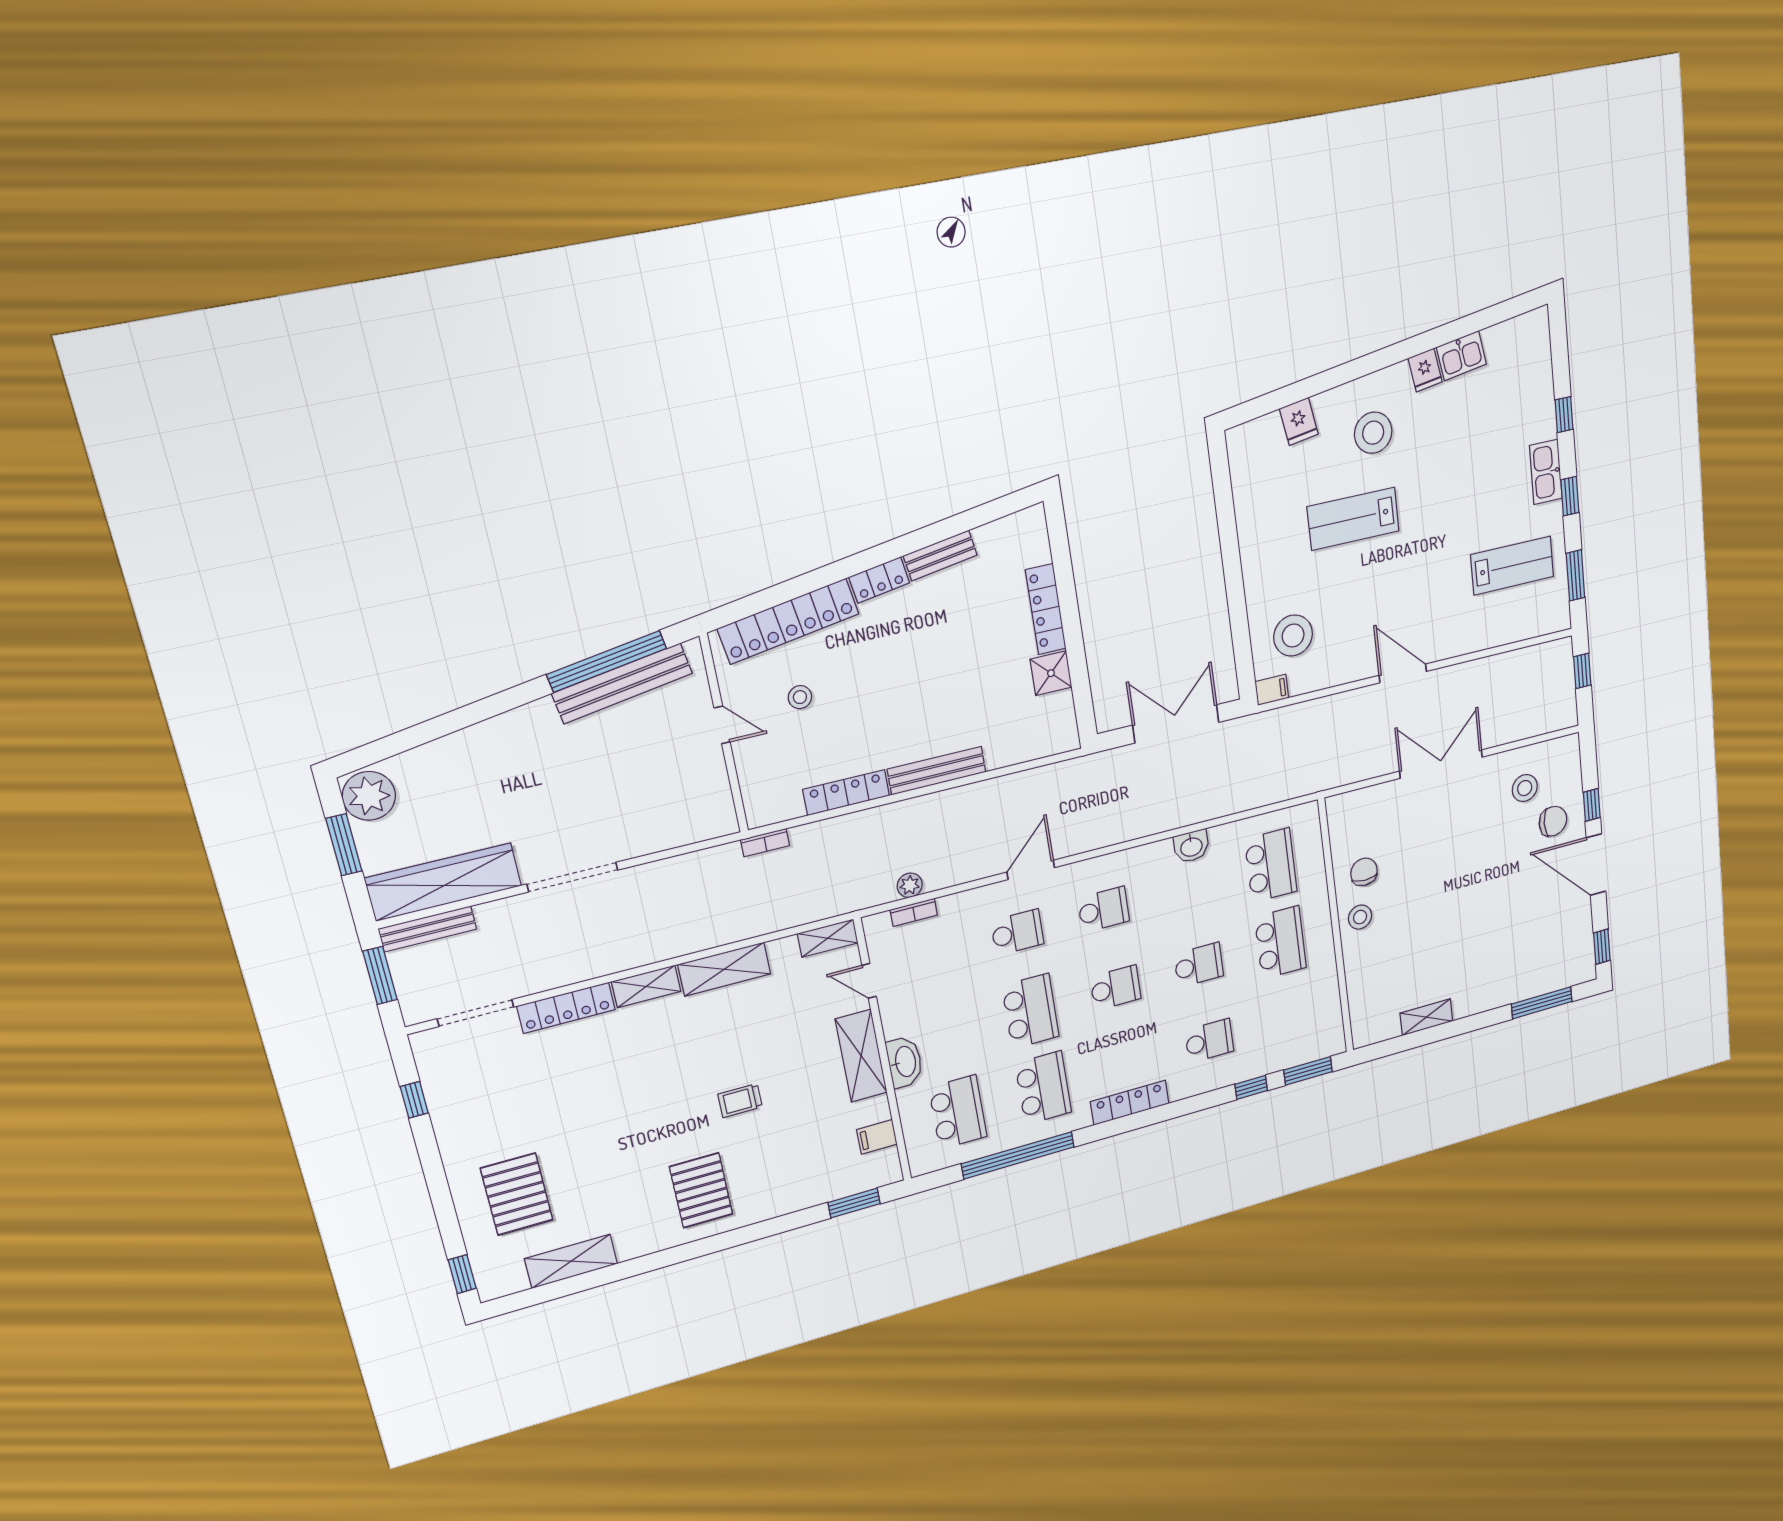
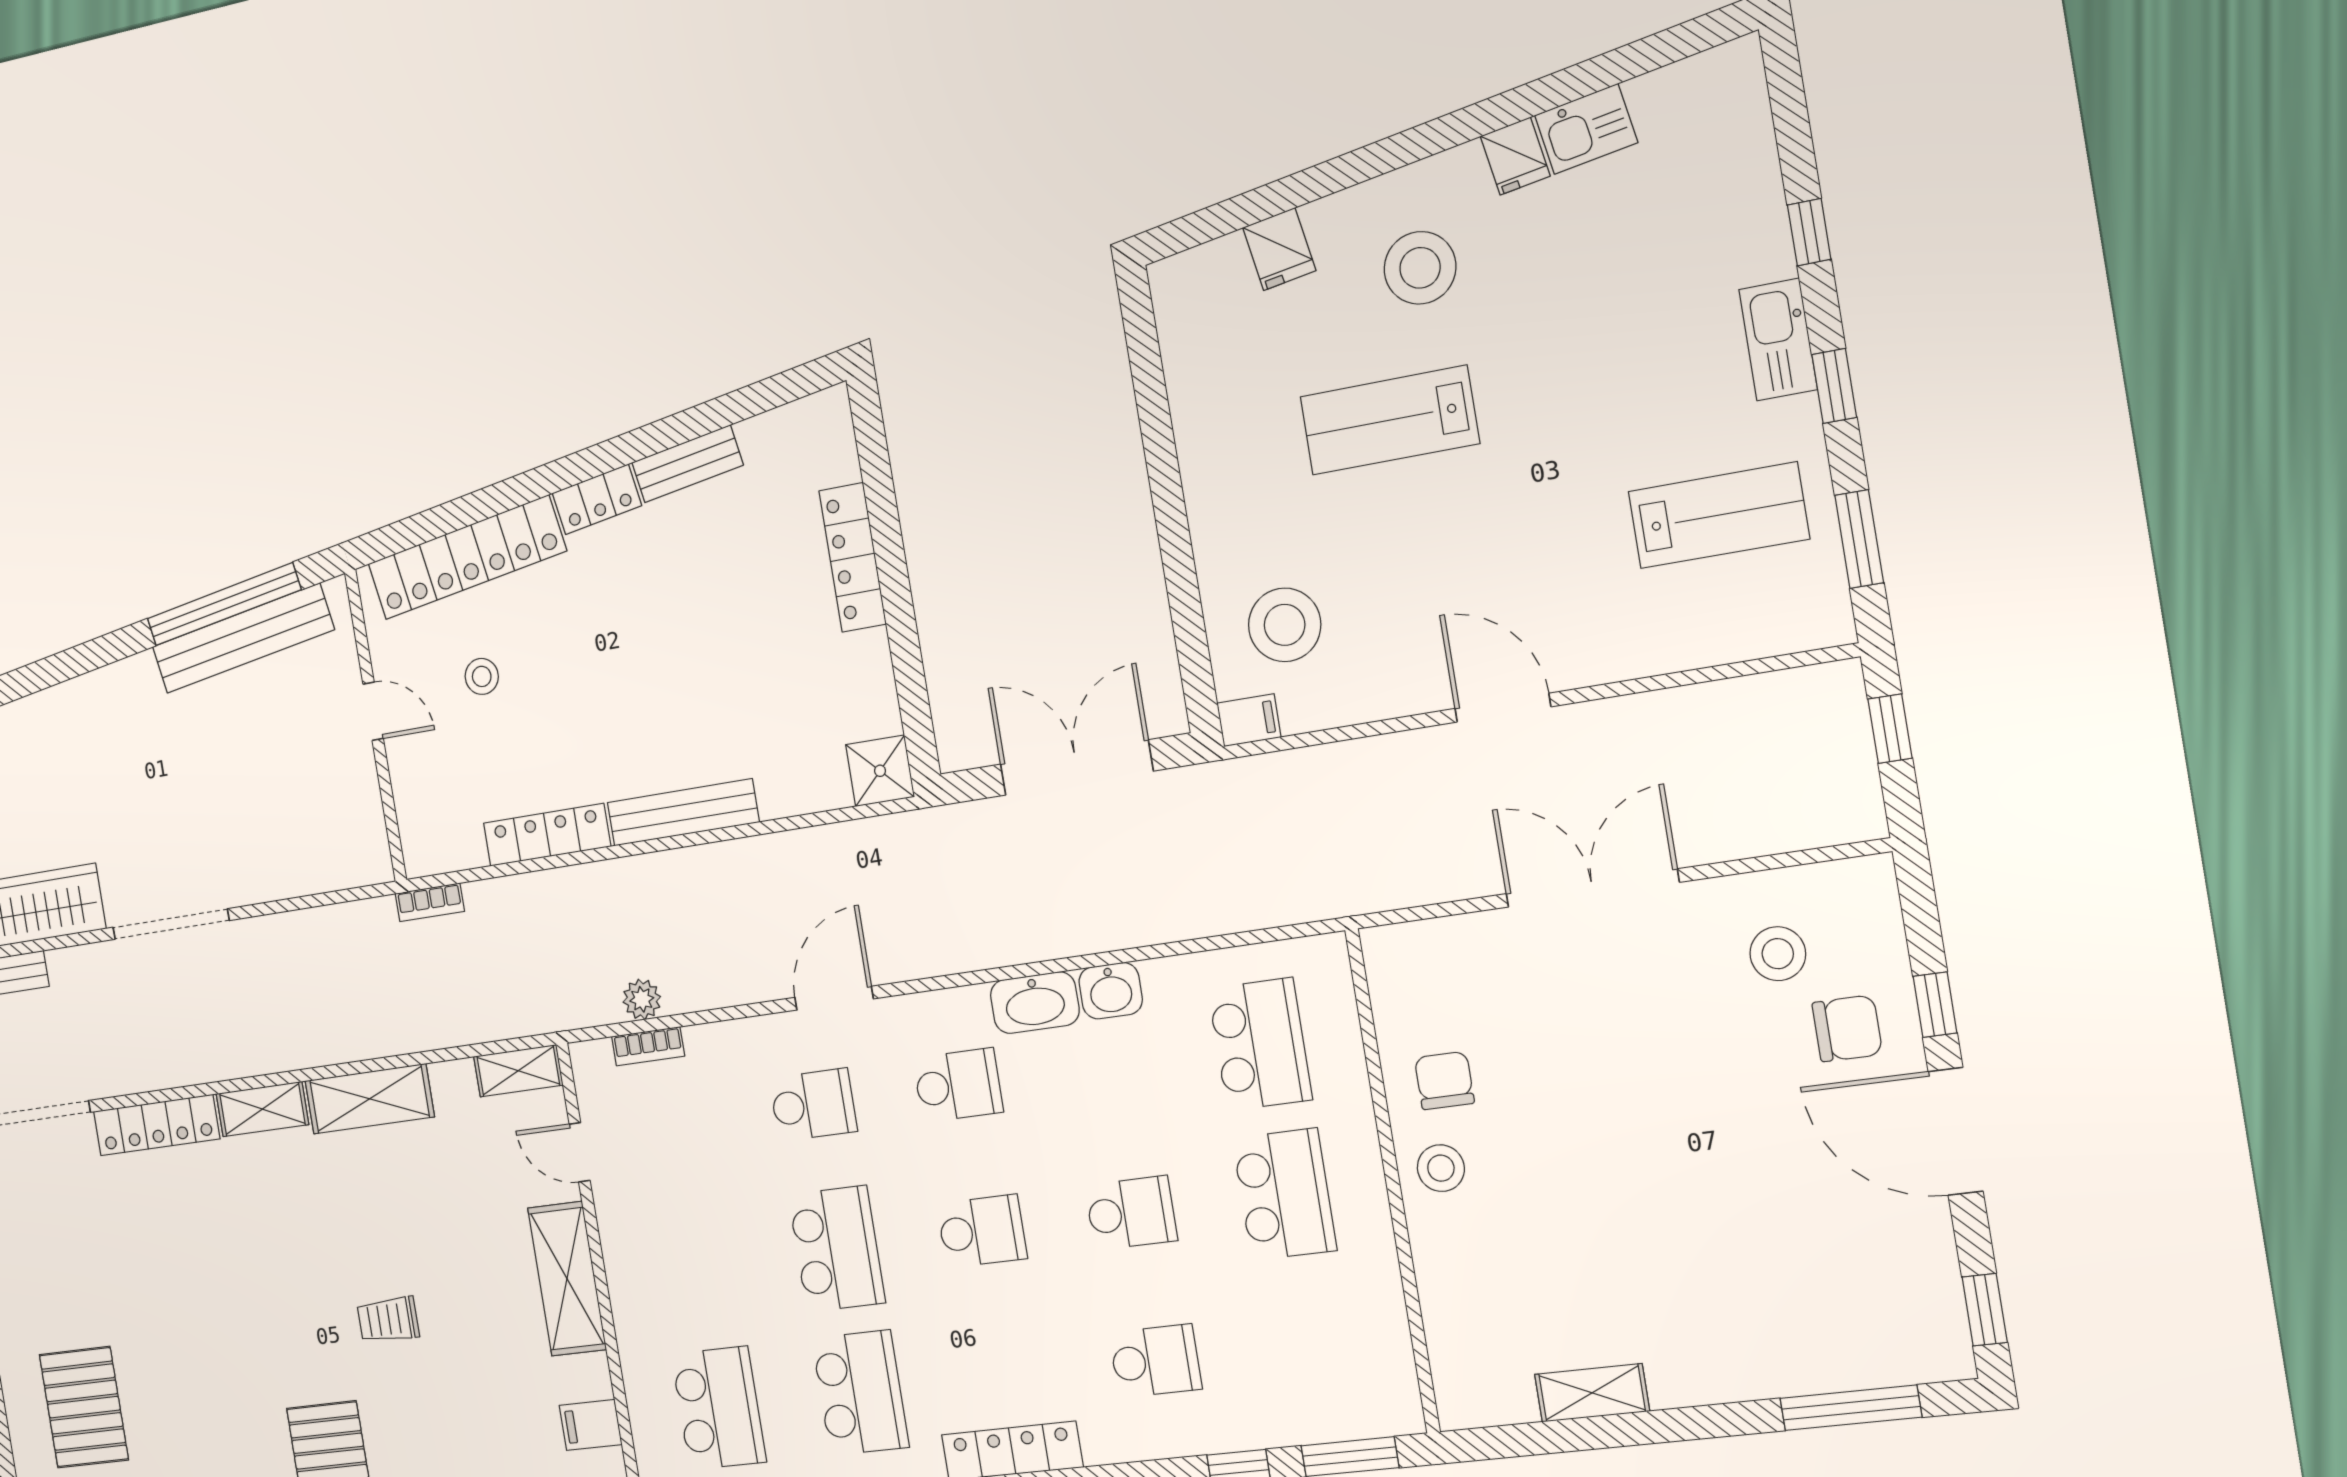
shower: (1051, 673) -> (880, 771), moved
washbasin: (905, 1062) -> (1035, 1003), moved, turned 90

